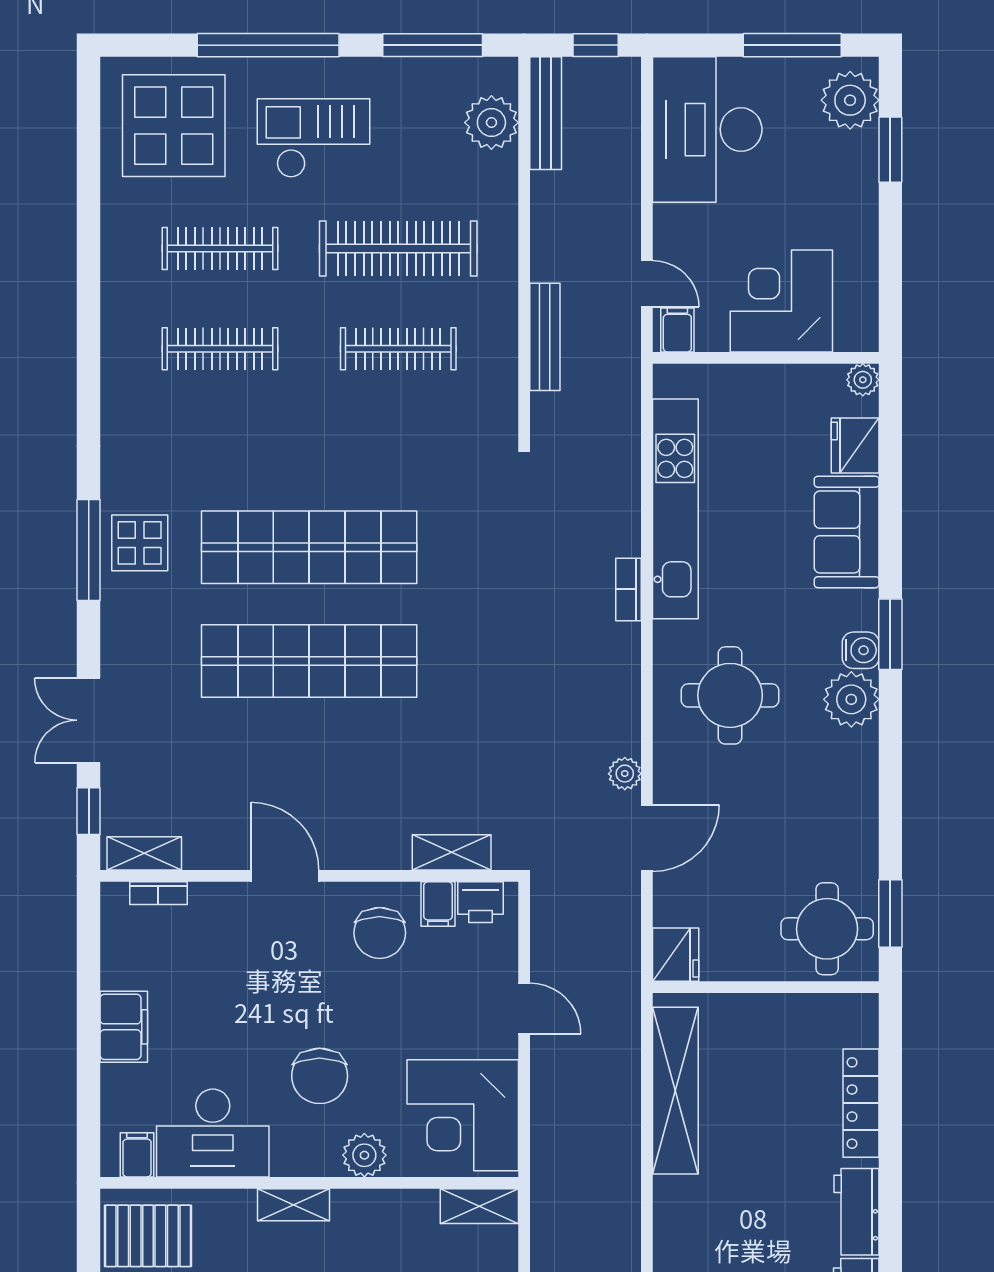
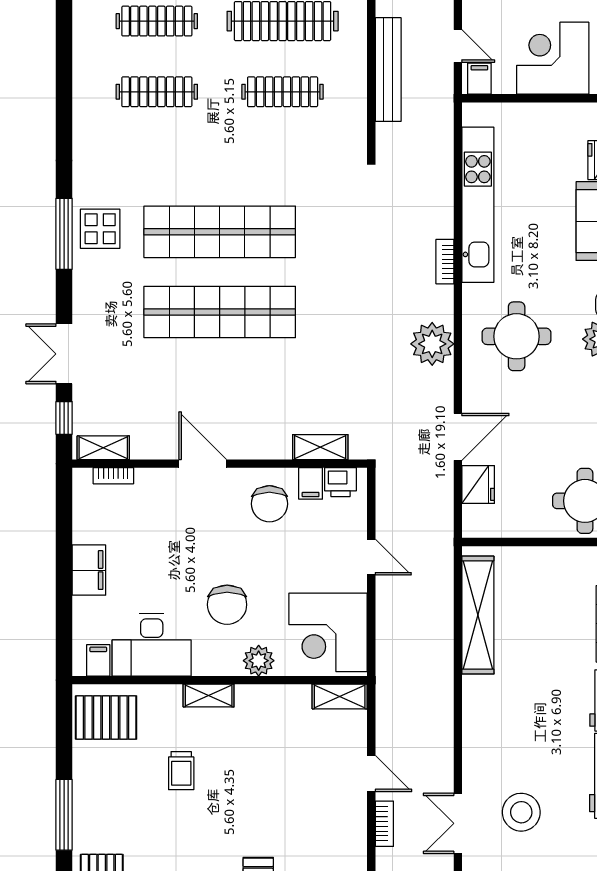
bench: (545, 337) -> (388, 70), width x1.37, depth x1.21
plant: (625, 774) -> (432, 344), moved, width x1.88, depth x1.88
fridge: (676, 955) -> (478, 485), moved

